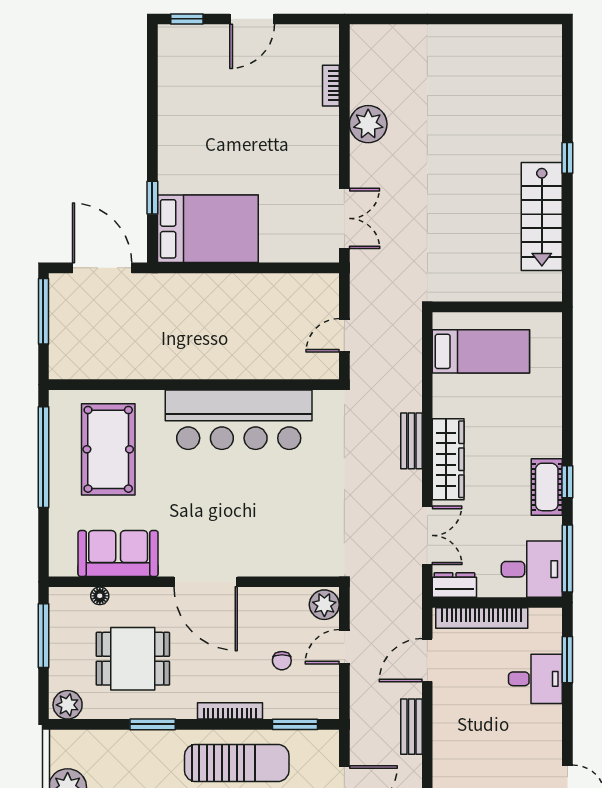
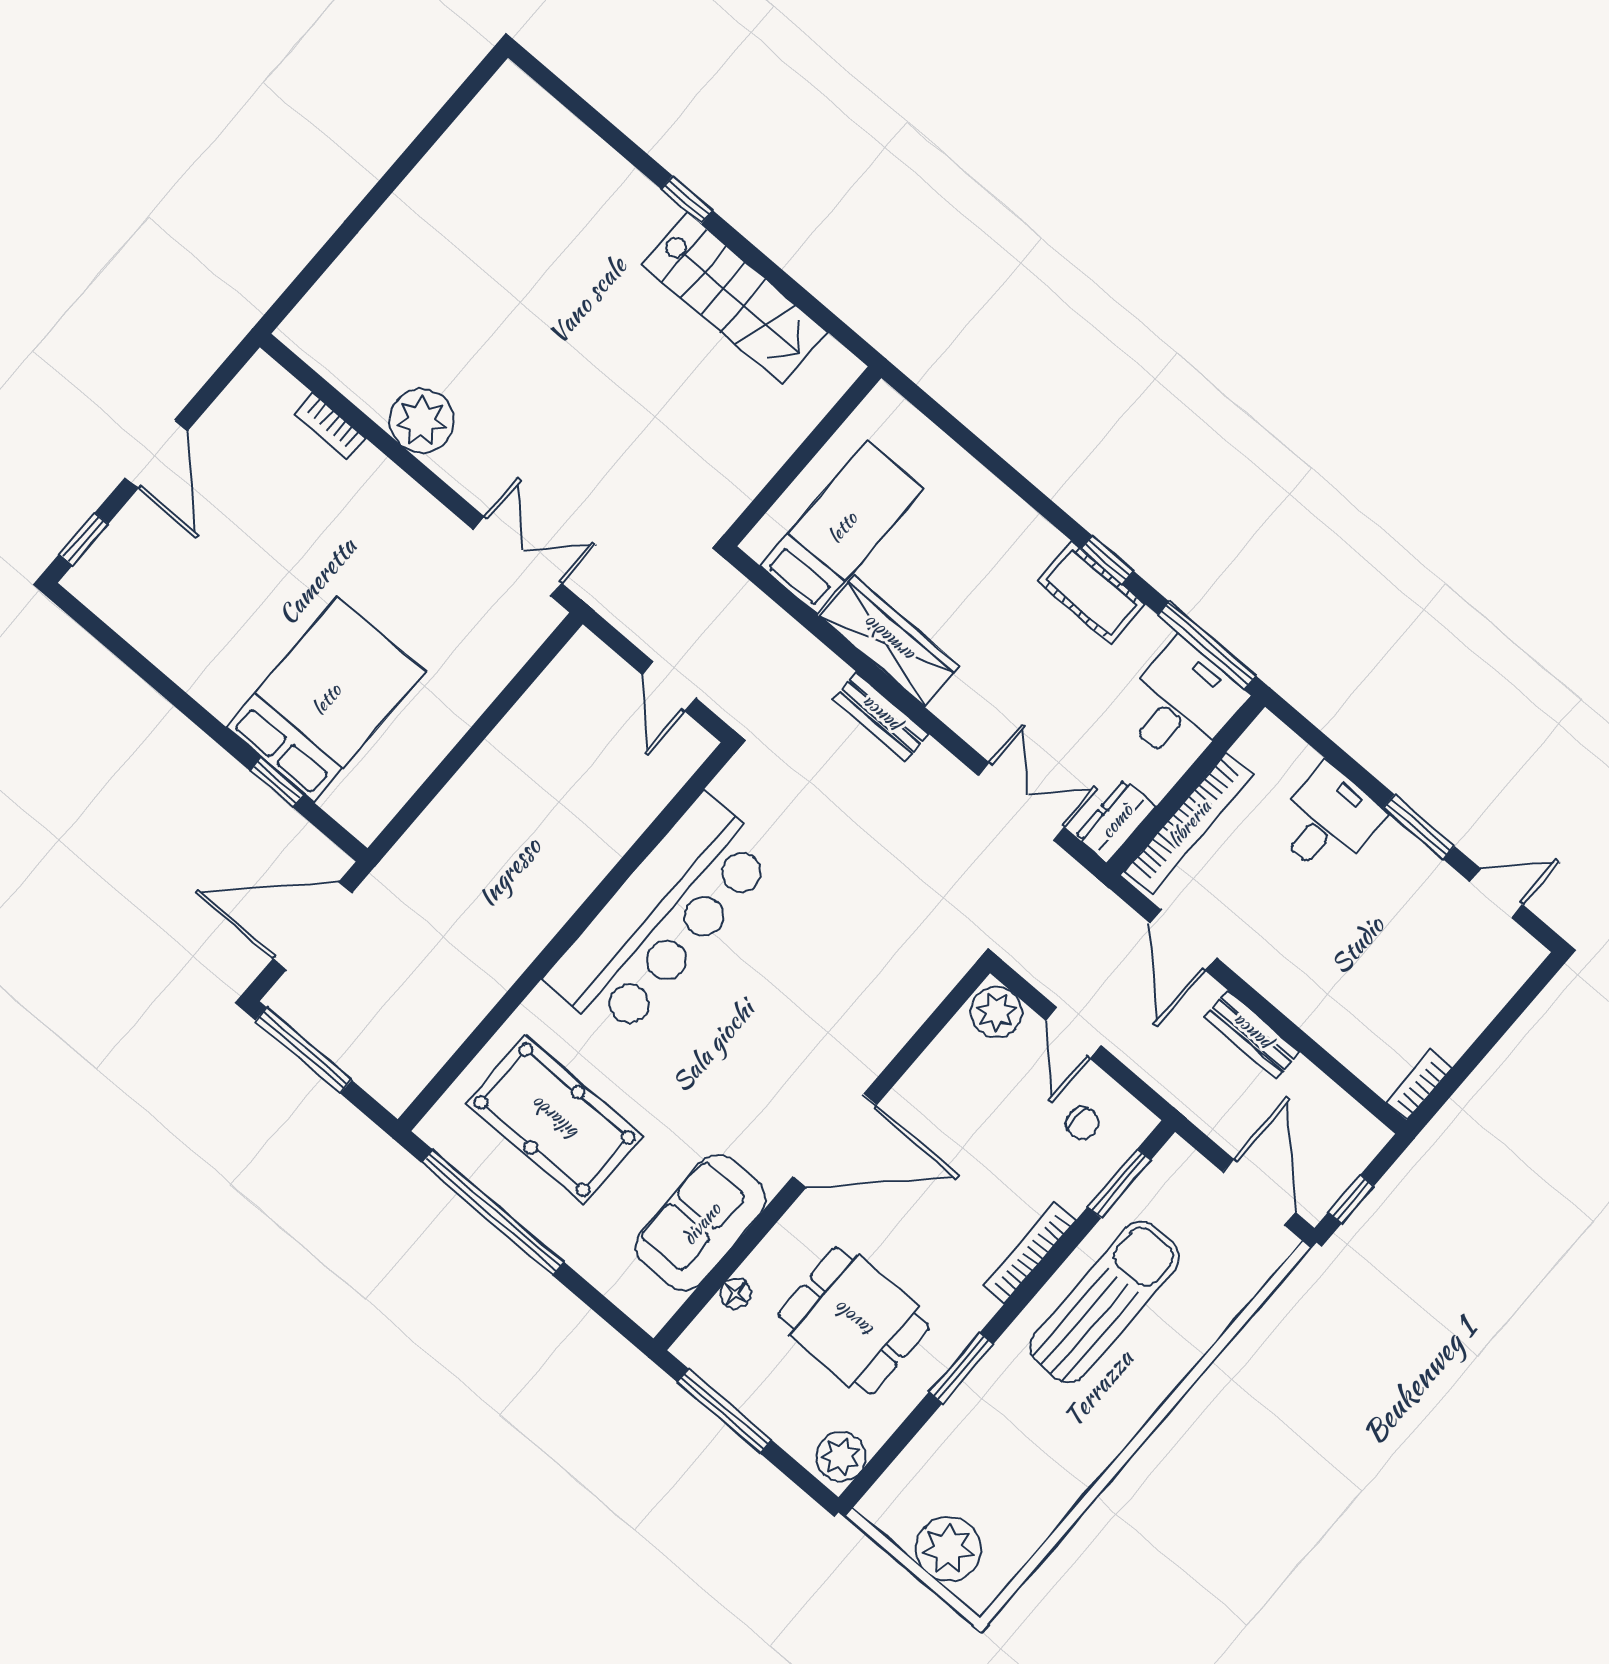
bed: (208, 229) -> (326, 699), moved
wardrobe: (448, 459) -> (889, 641), moved
dining table: (133, 659) -> (854, 1321), turned 90
window: (567, 660) -> (1419, 827), moved
chair: (282, 661) -> (1083, 1123), moved

